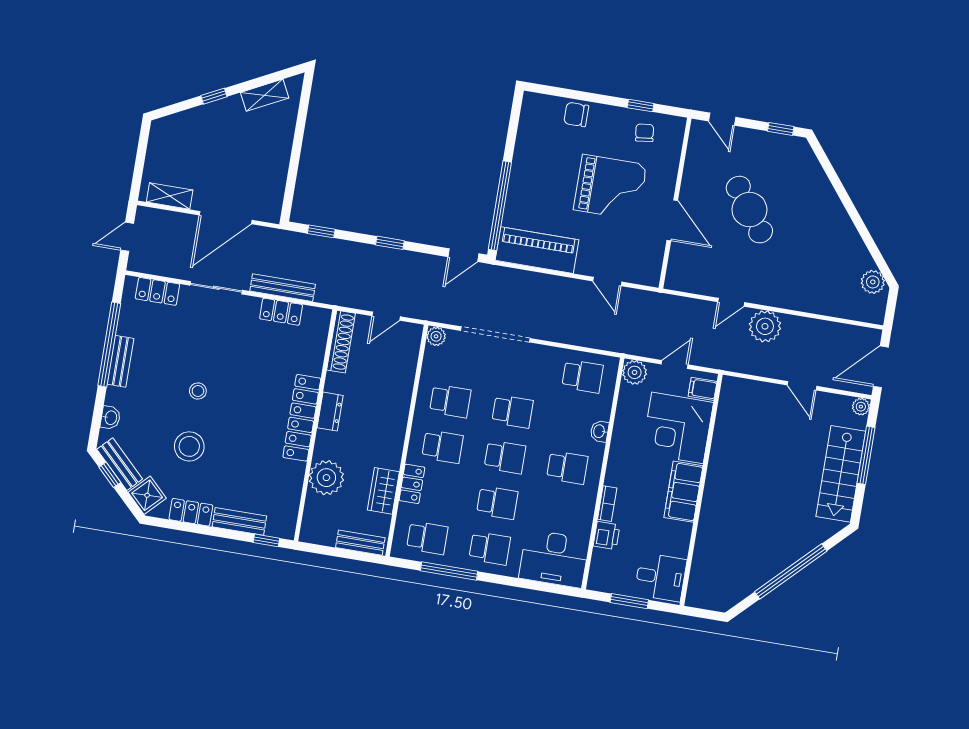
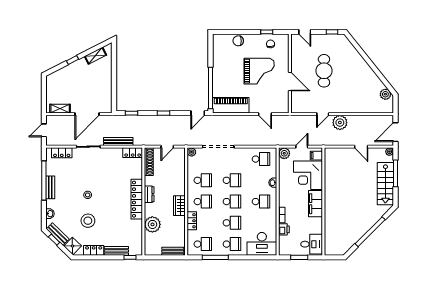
cafe table: (749, 210) -> (324, 71), turned 36
locker: (281, 312) -> (133, 153), moved
wardrobe: (383, 491) -> (179, 206), moved

